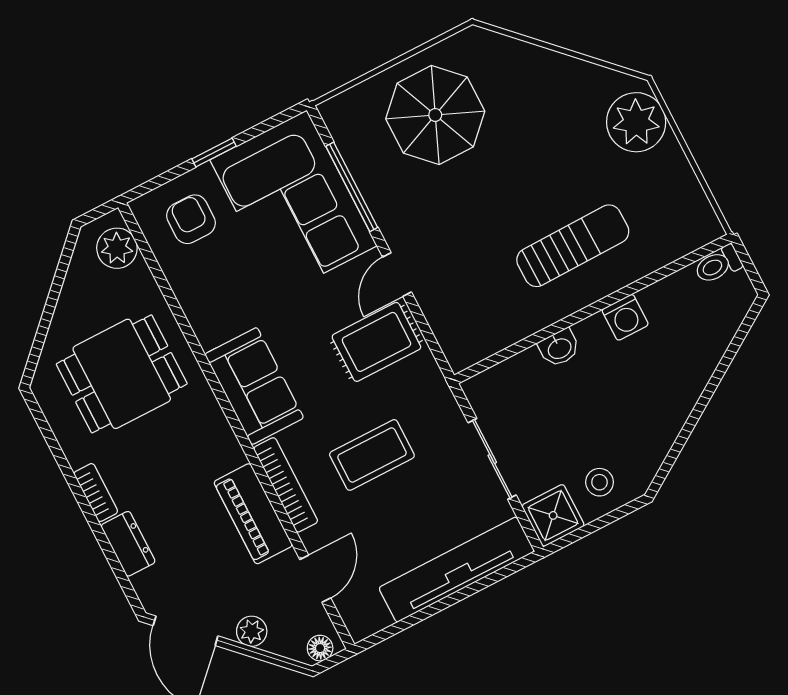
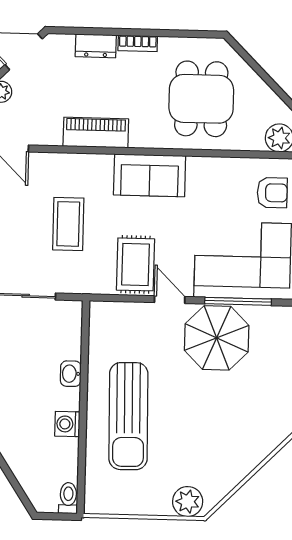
parasol: (435, 115) -> (217, 338), moved
plant: (636, 122) -> (188, 502), width x0.73, depth x0.73
sun lounger: (573, 246) -> (128, 416), width x1.36, depth x1.34
bookcase: (286, 485) -> (79, 161), removed
piano: (253, 514) -> (96, 133), moved

